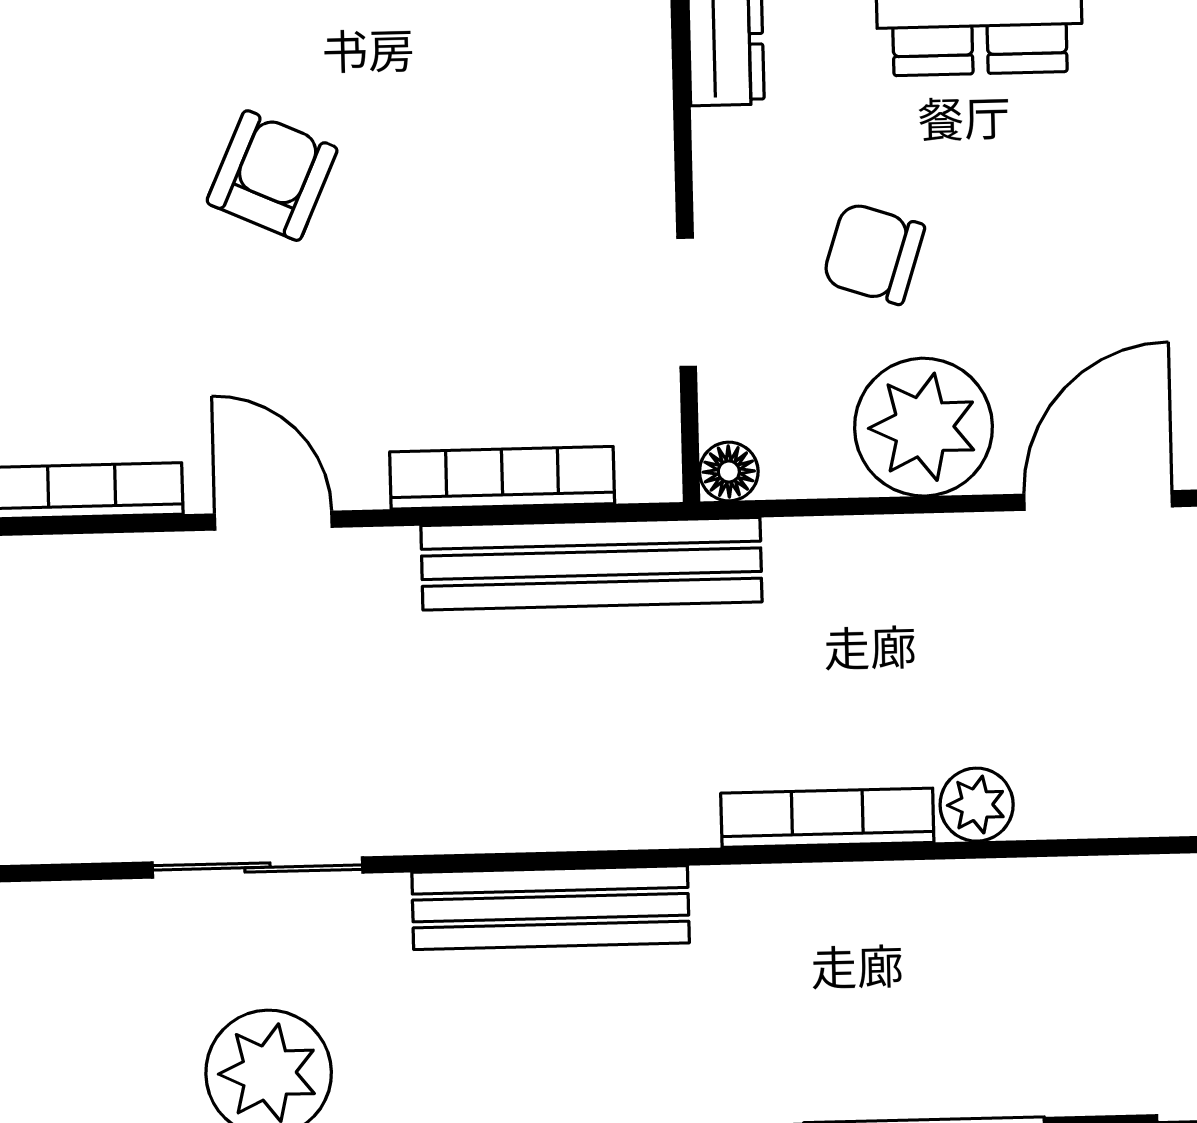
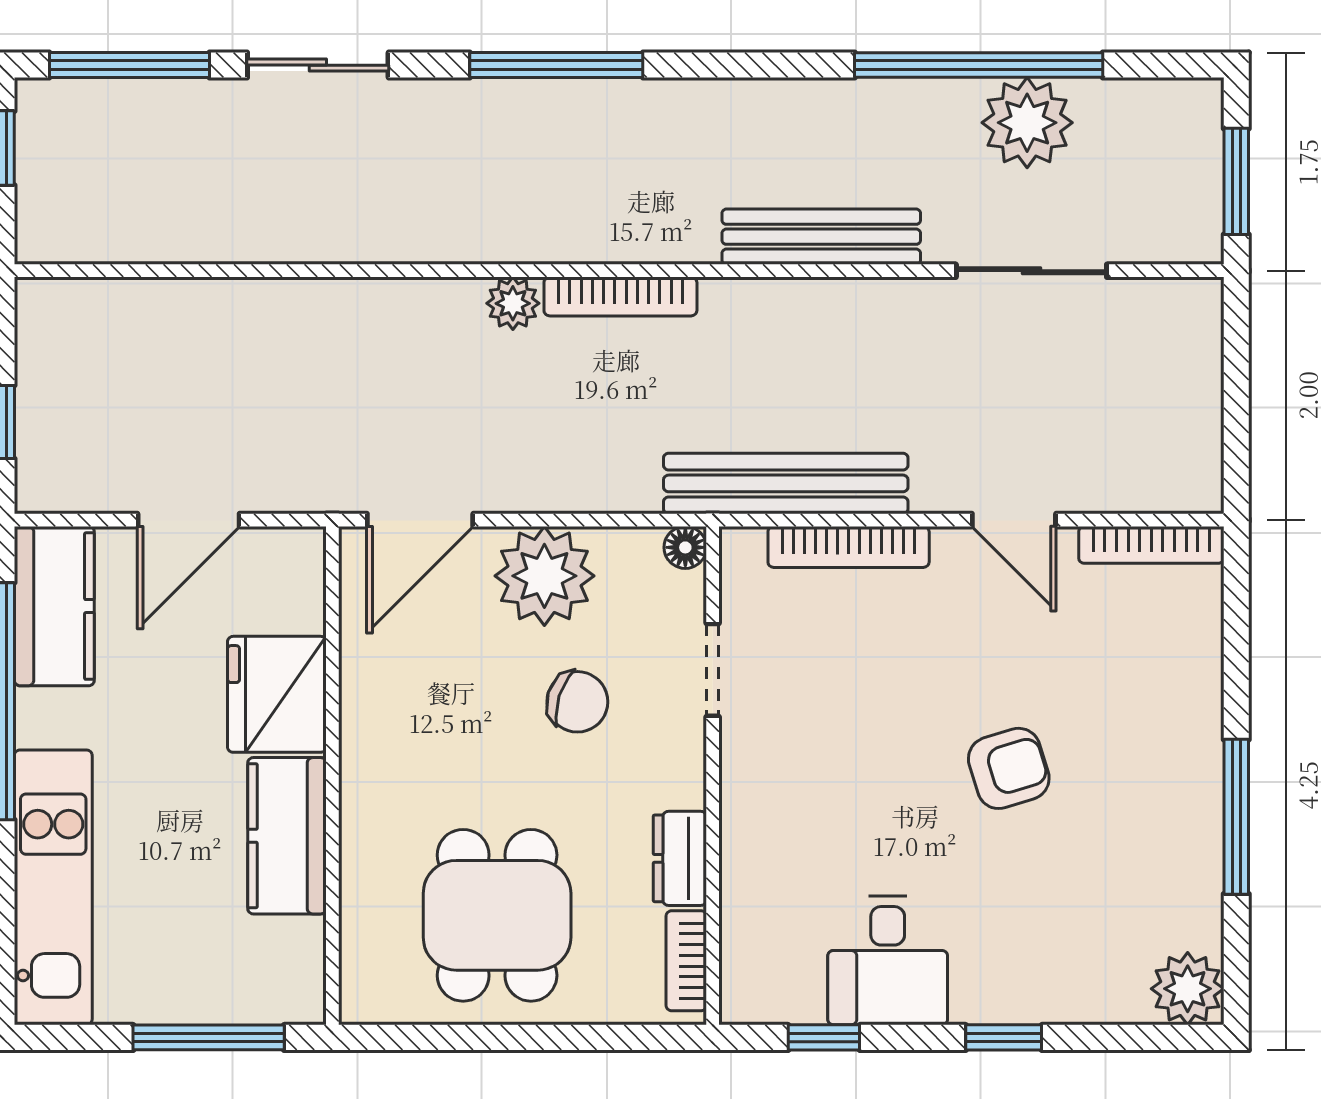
armchair: (272, 176) -> (1009, 768), turned -131

